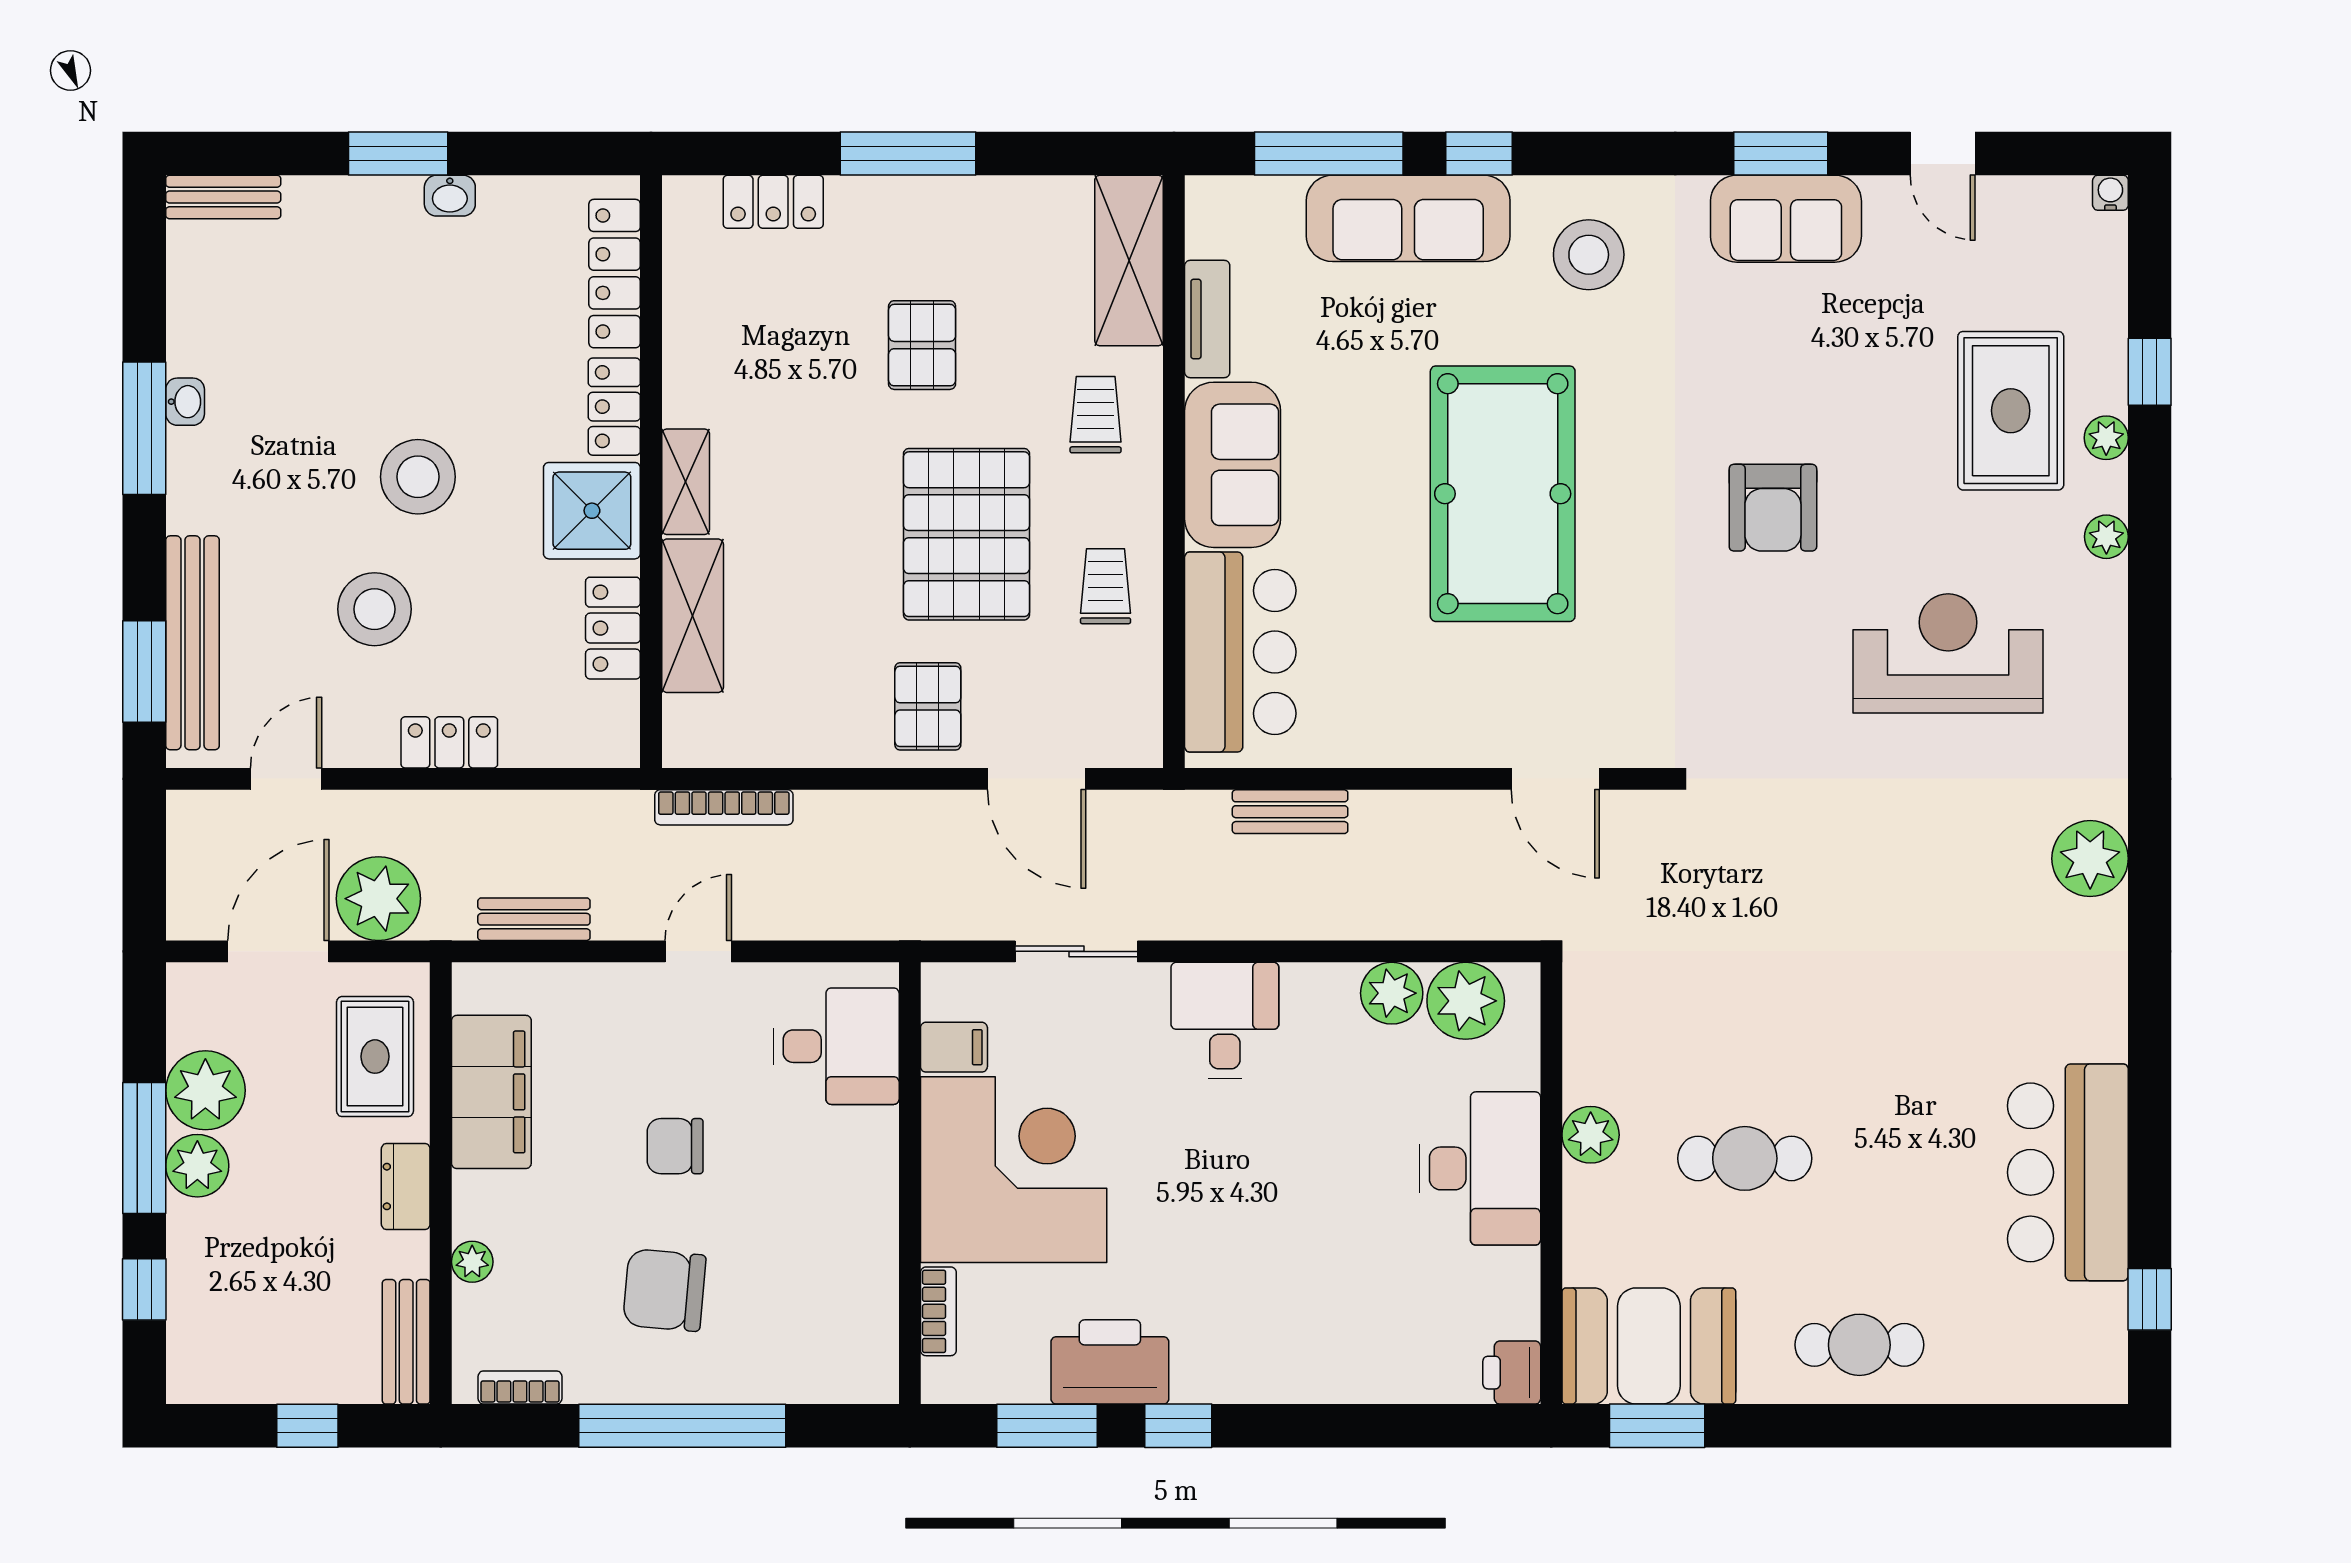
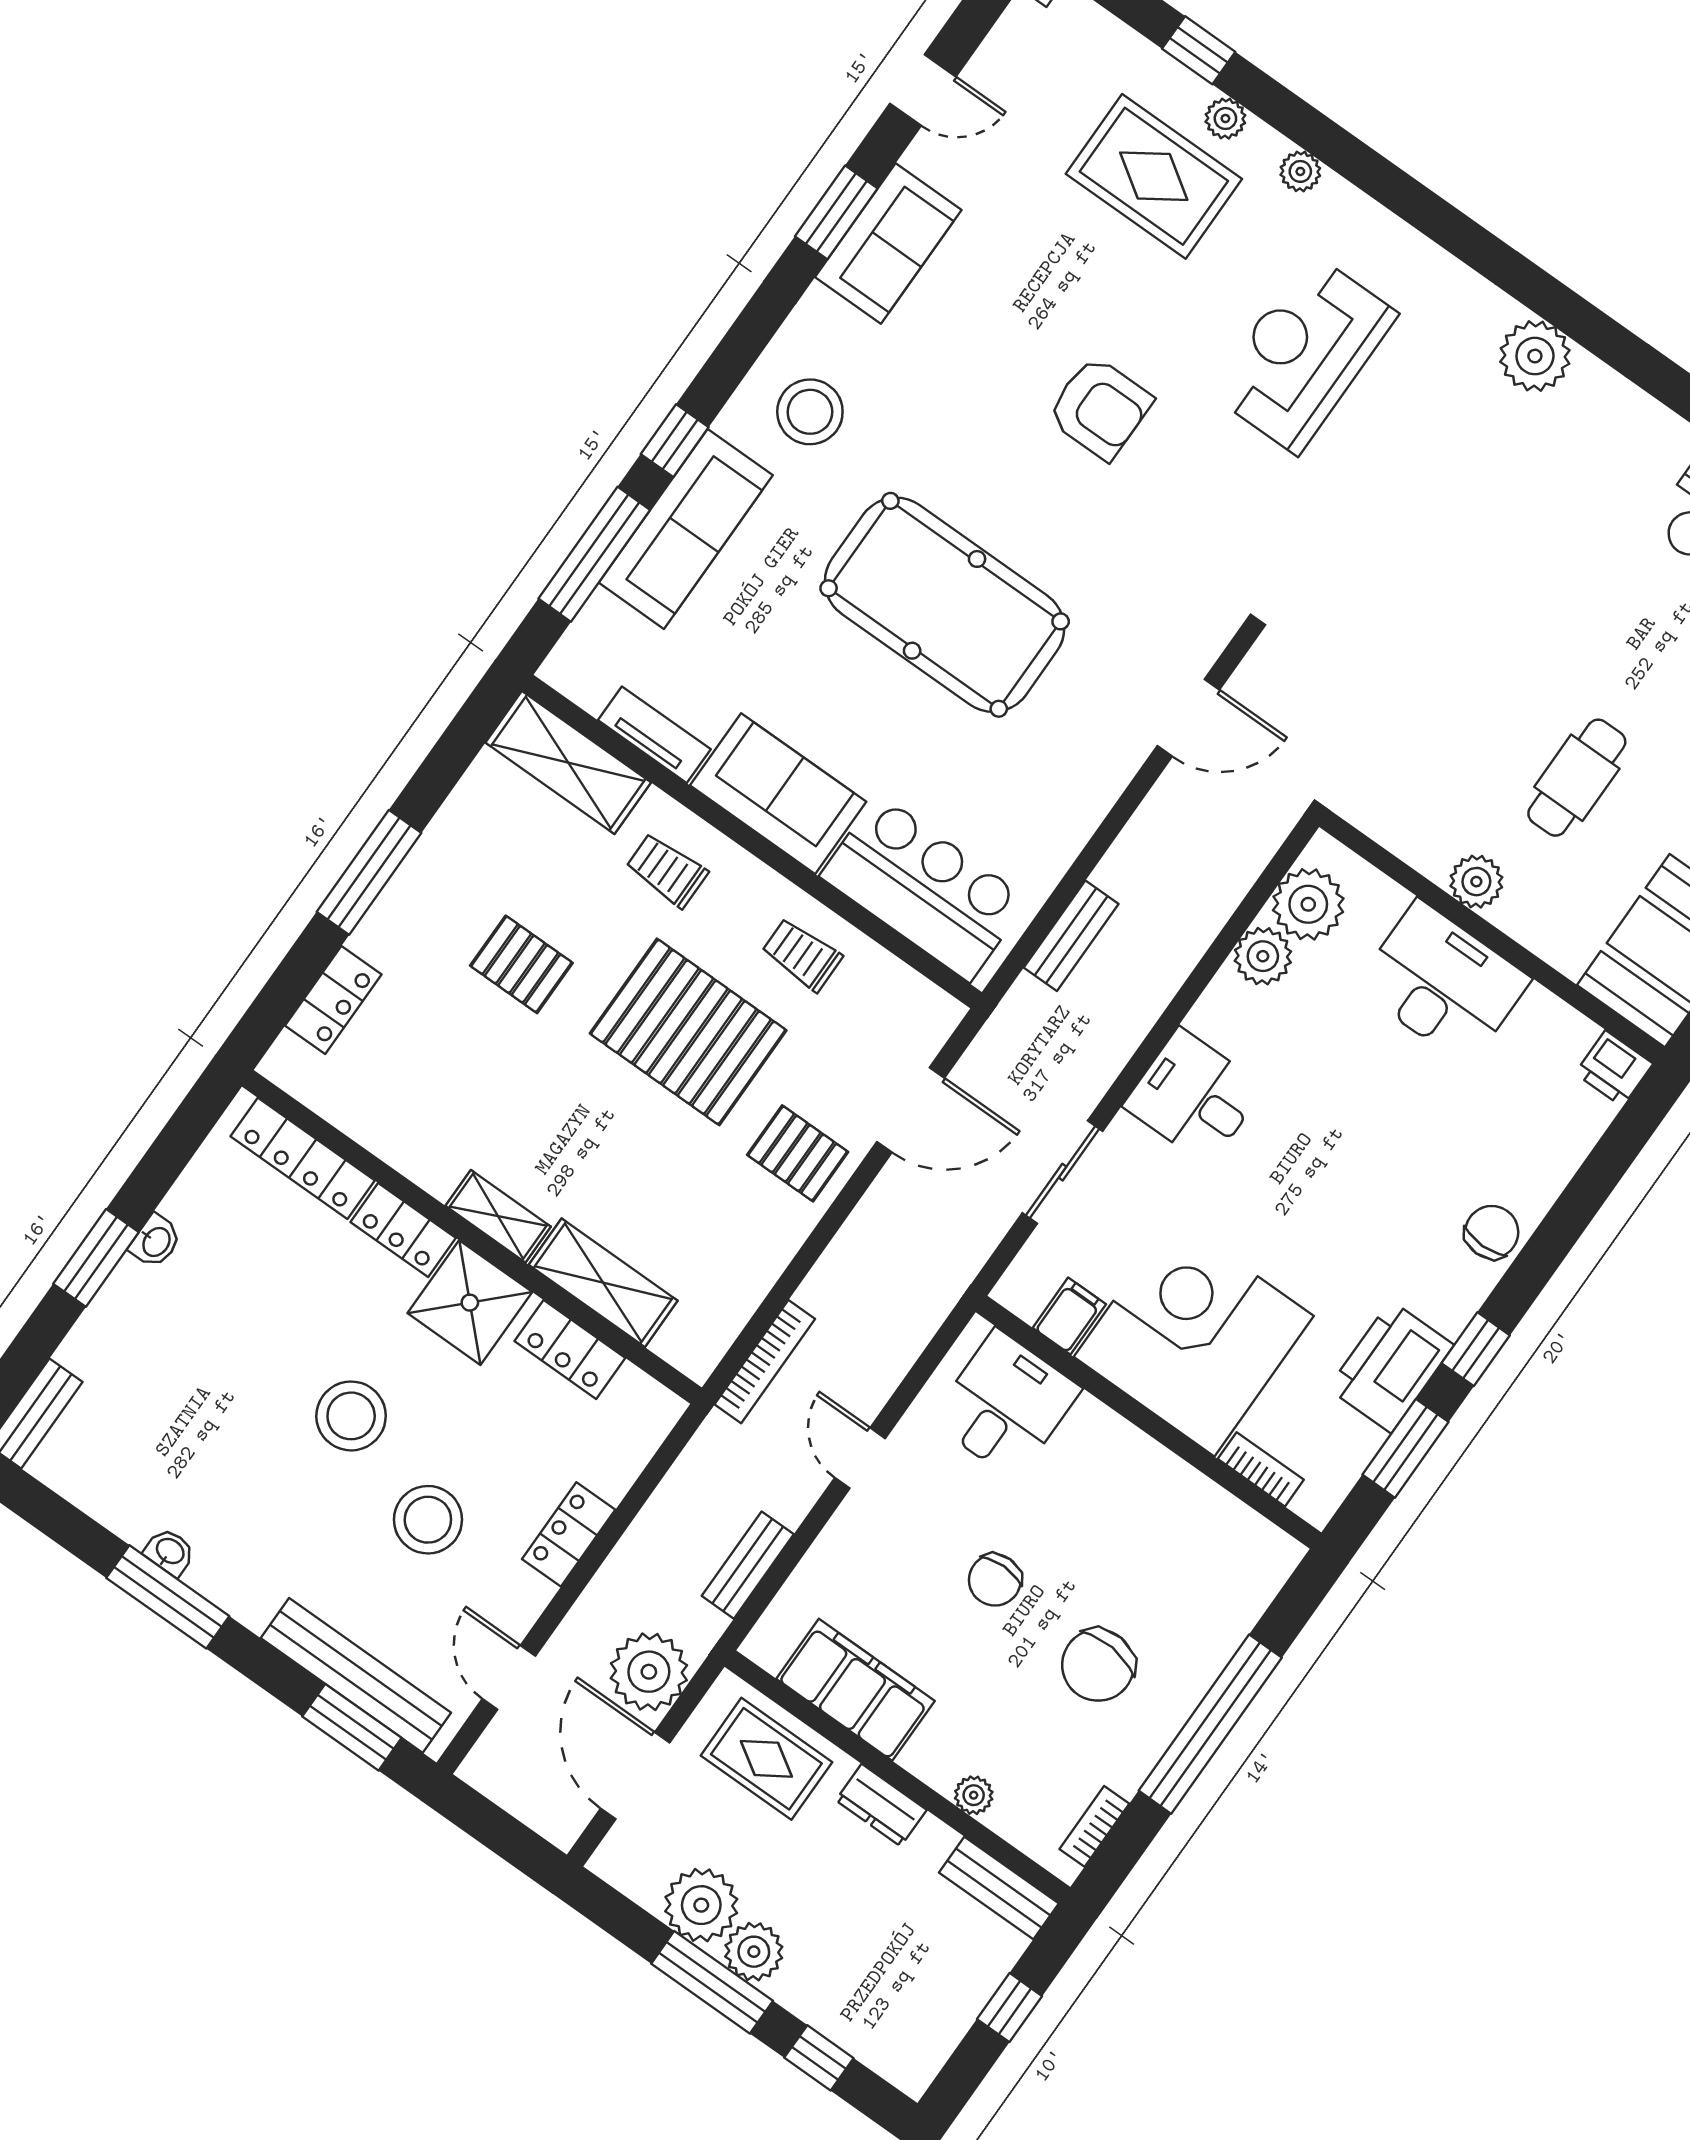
chair: (1291, 1367) -> (1492, 1232), added

